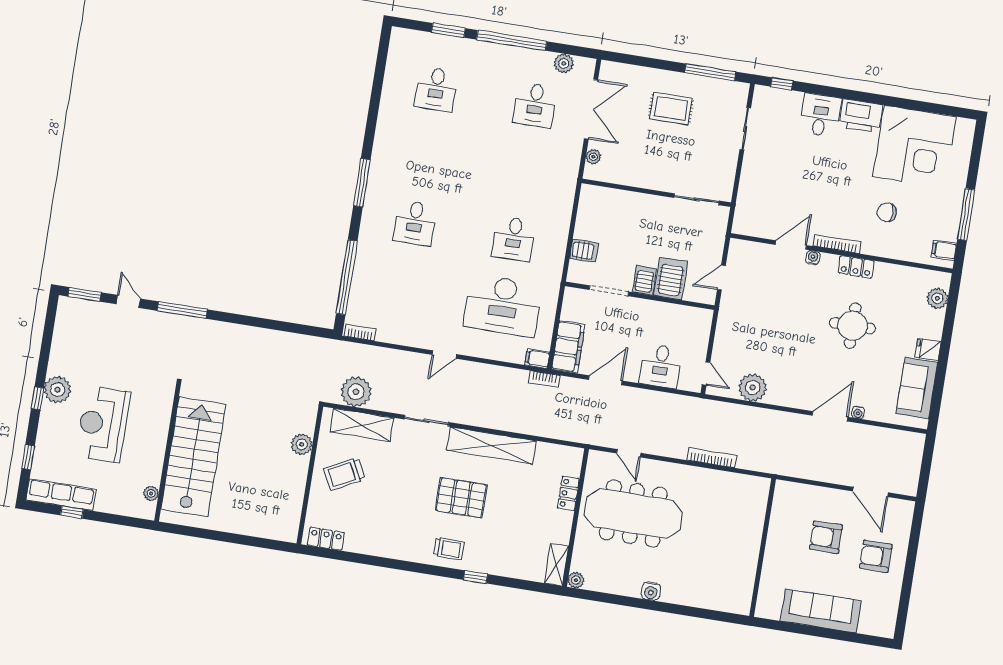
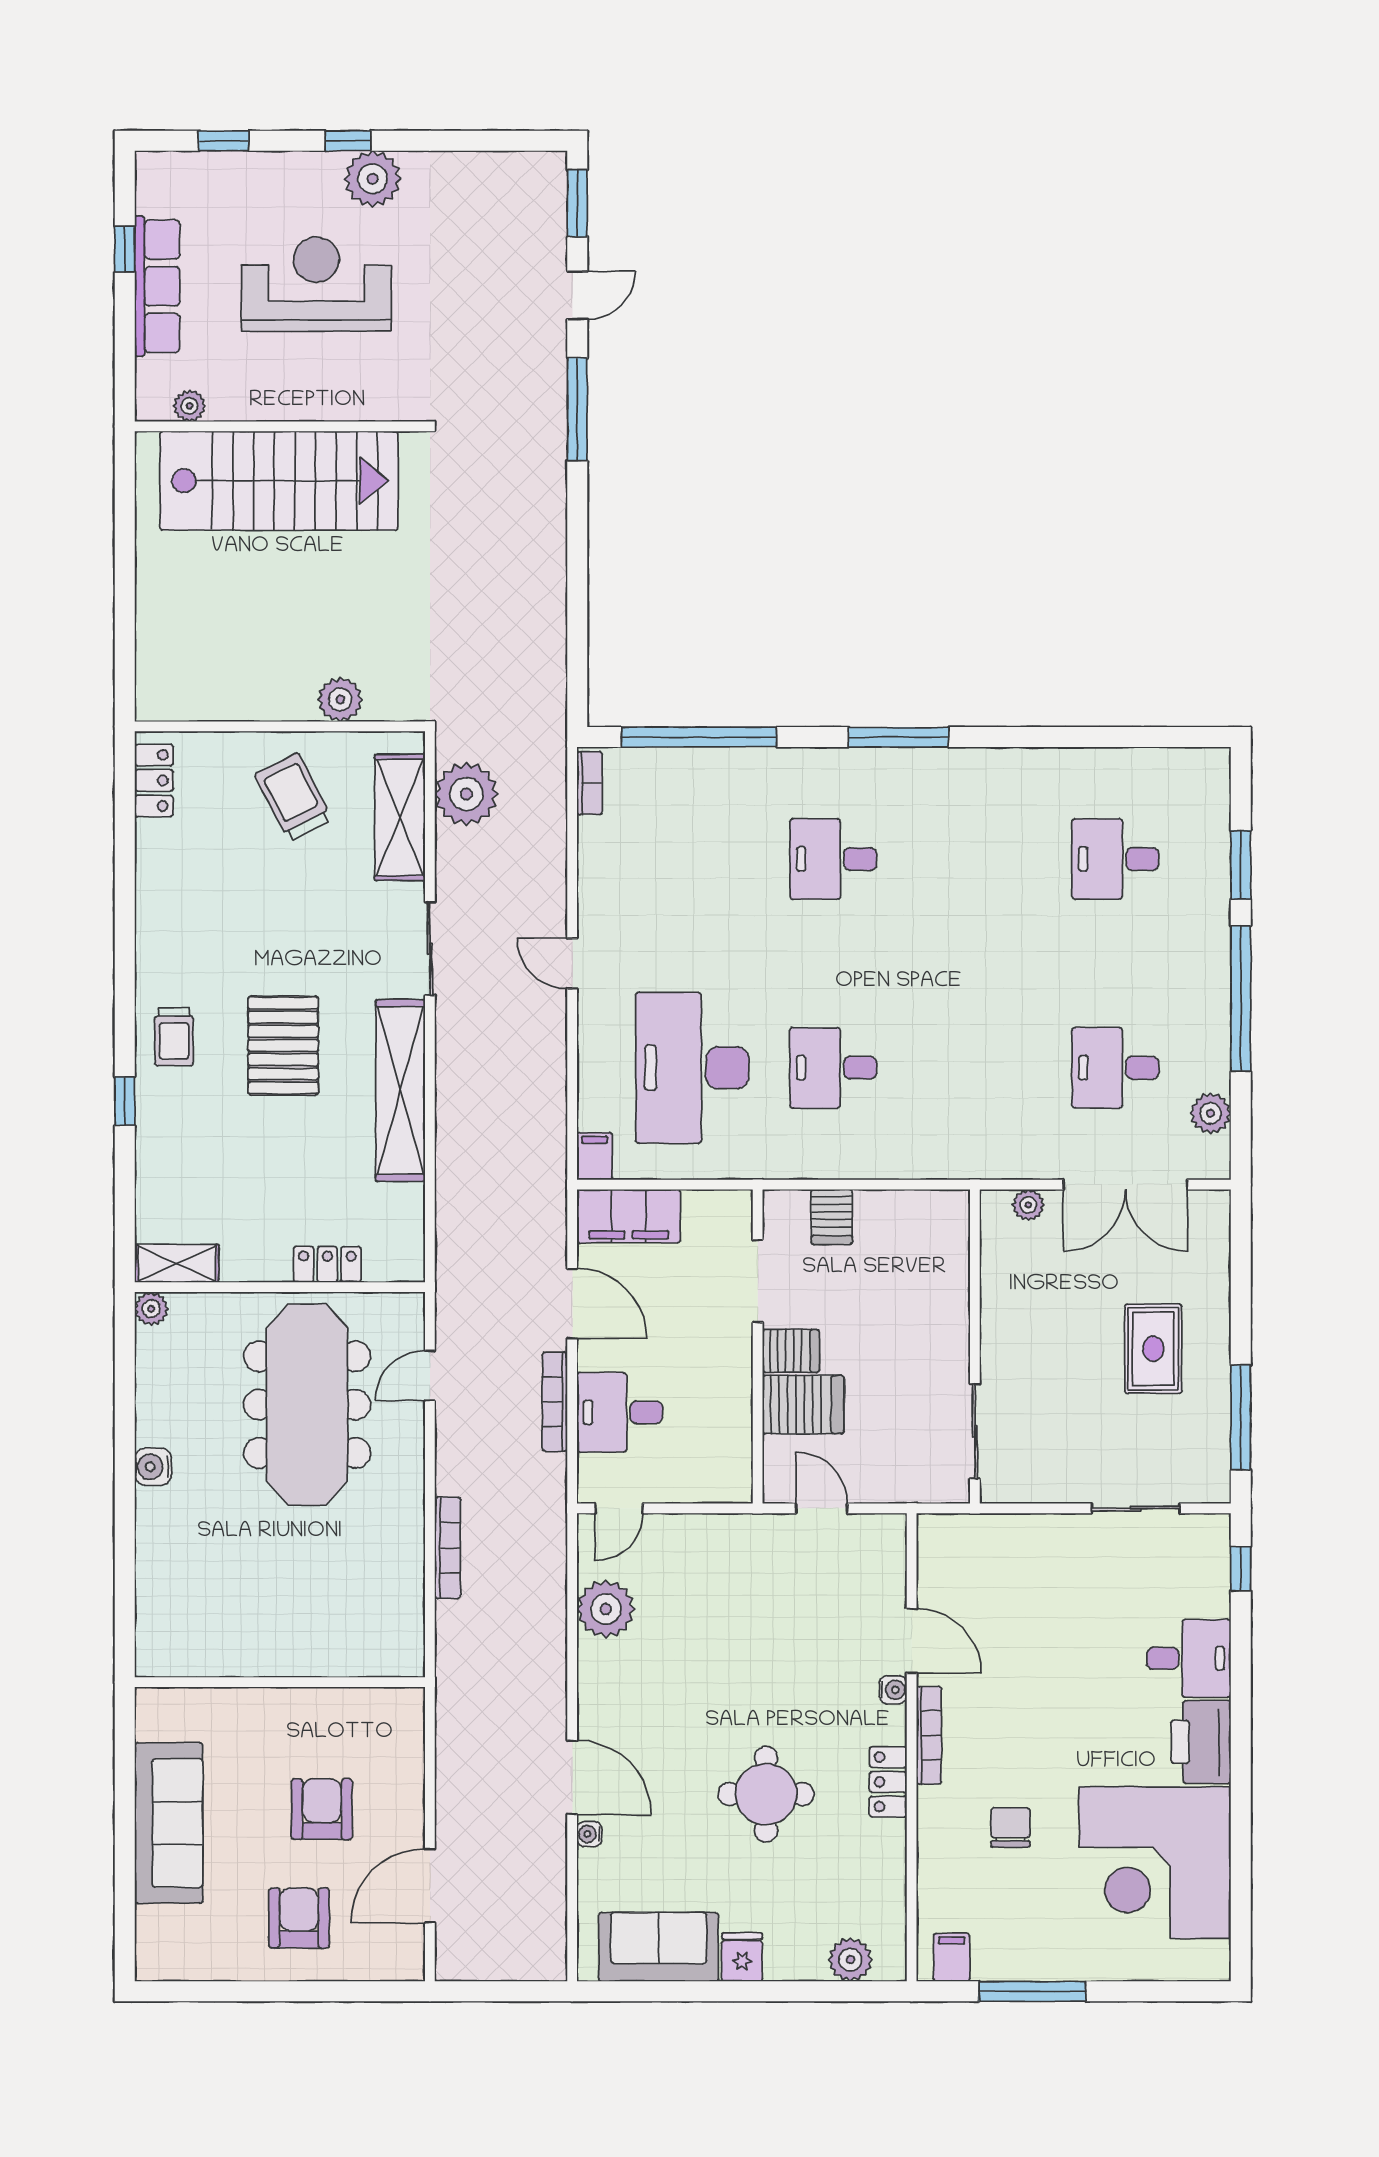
bookcase: (544, 379) -> (555, 1402), moved, width x1.56
row of seats: (61, 495) -> (157, 286), moved

